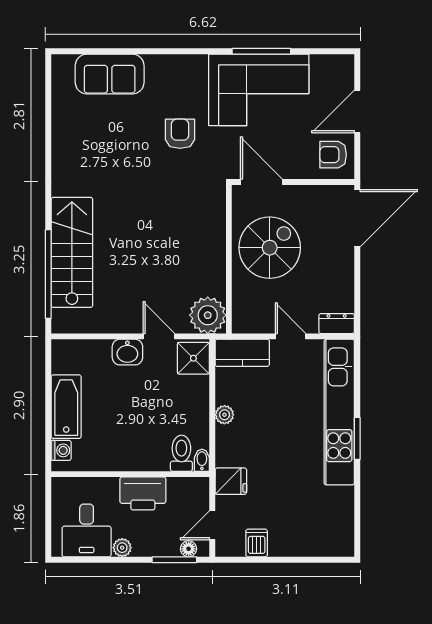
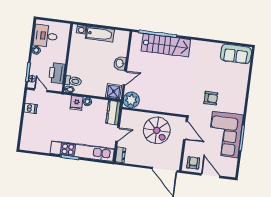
sofa: (110, 74) -> (236, 54), moved, turned -90
door: (261, 182) -> (186, 131), hinge flipped
fridge: (231, 481) -> (77, 103), moved
printer: (143, 493) -> (57, 73), moved

